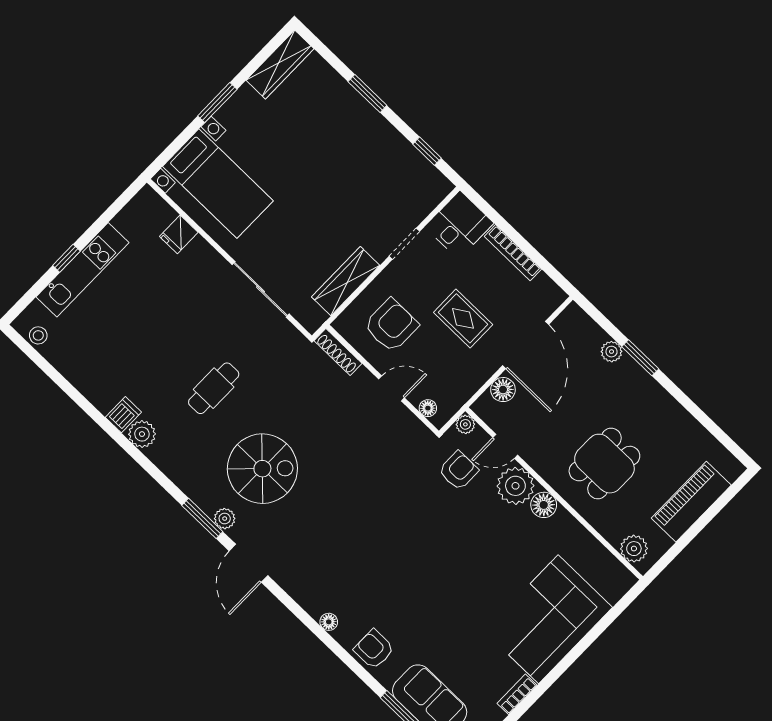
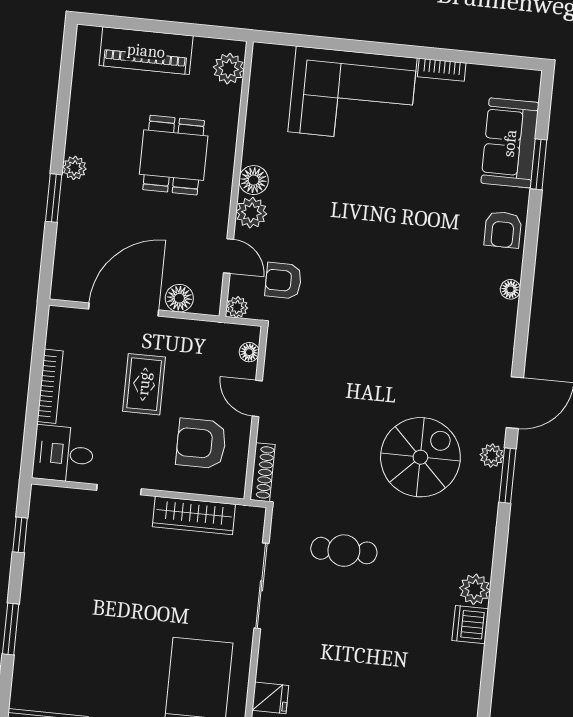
plant: (612, 352) -> (75, 168), moved
cafe table: (214, 388) -> (344, 551), moved
dishwasher: (123, 415) -> (470, 625), width x1.38
dining table: (604, 464) -> (174, 155), turned 90
spiral stairs: (262, 469) -> (420, 457), turned 90
plant: (515, 486) -> (251, 213), width x0.73, depth x0.73

